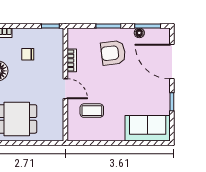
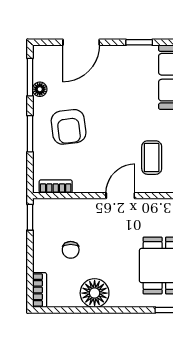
bookcase: (72, 60) -> (56, 186), moved
door: (172, 62) -> (81, 42), width x0.73

